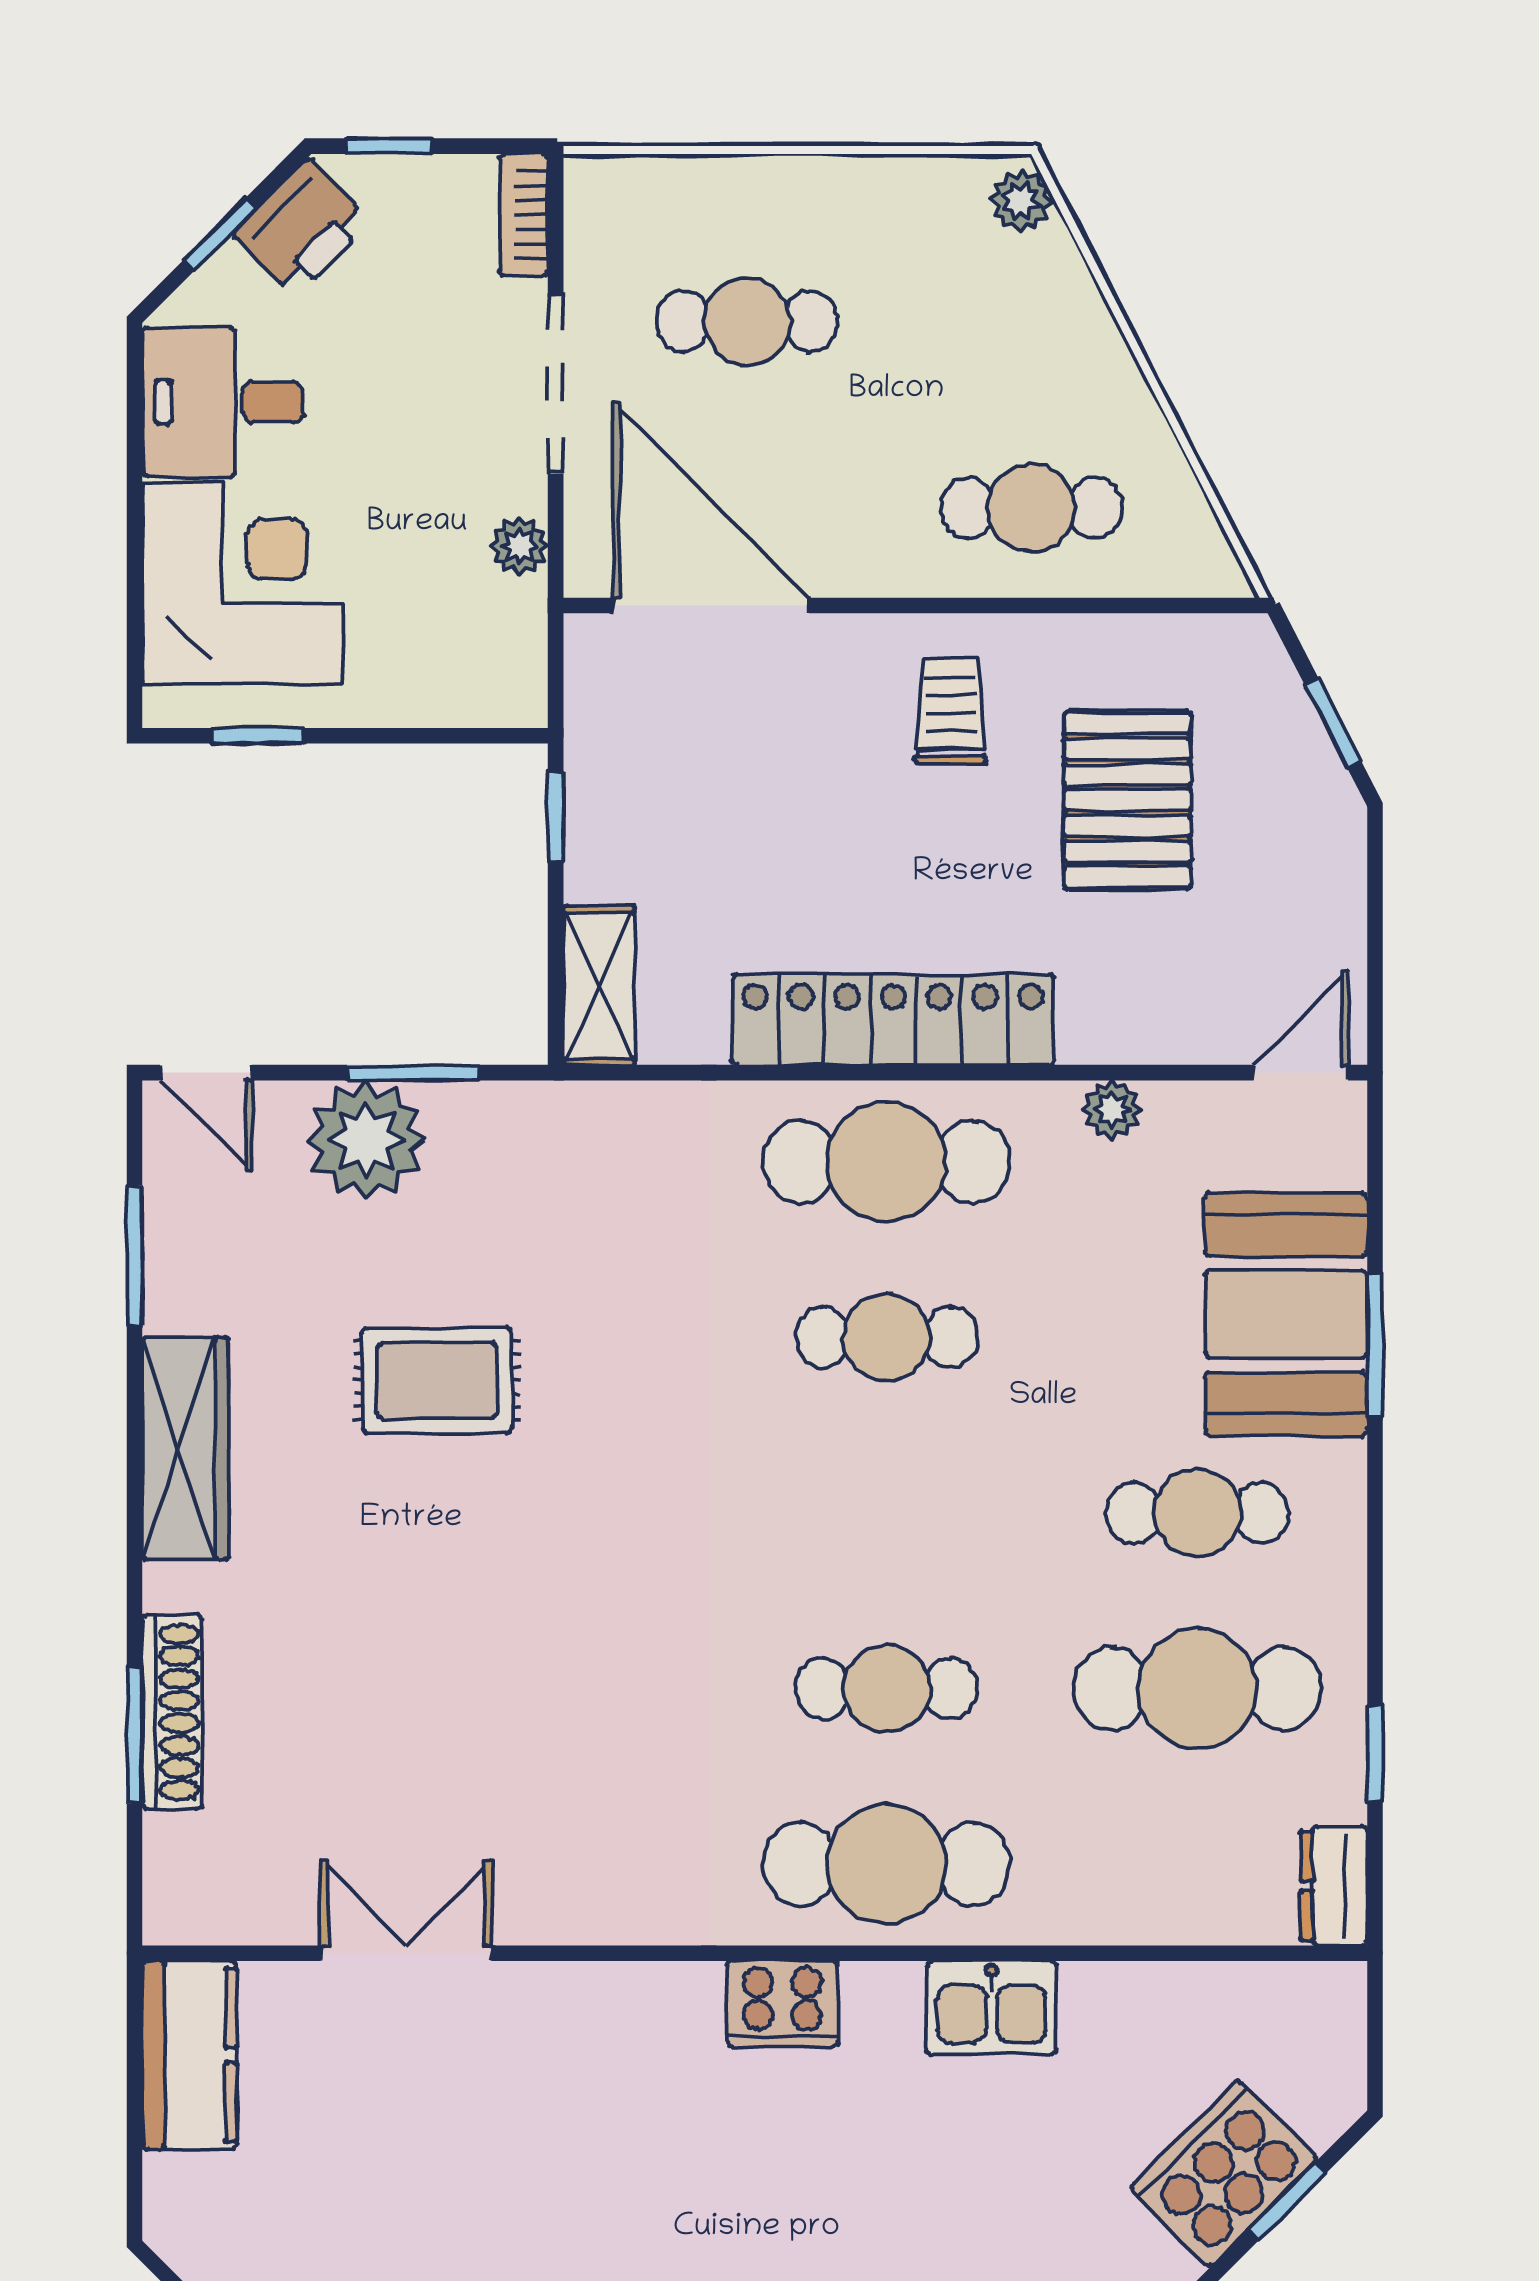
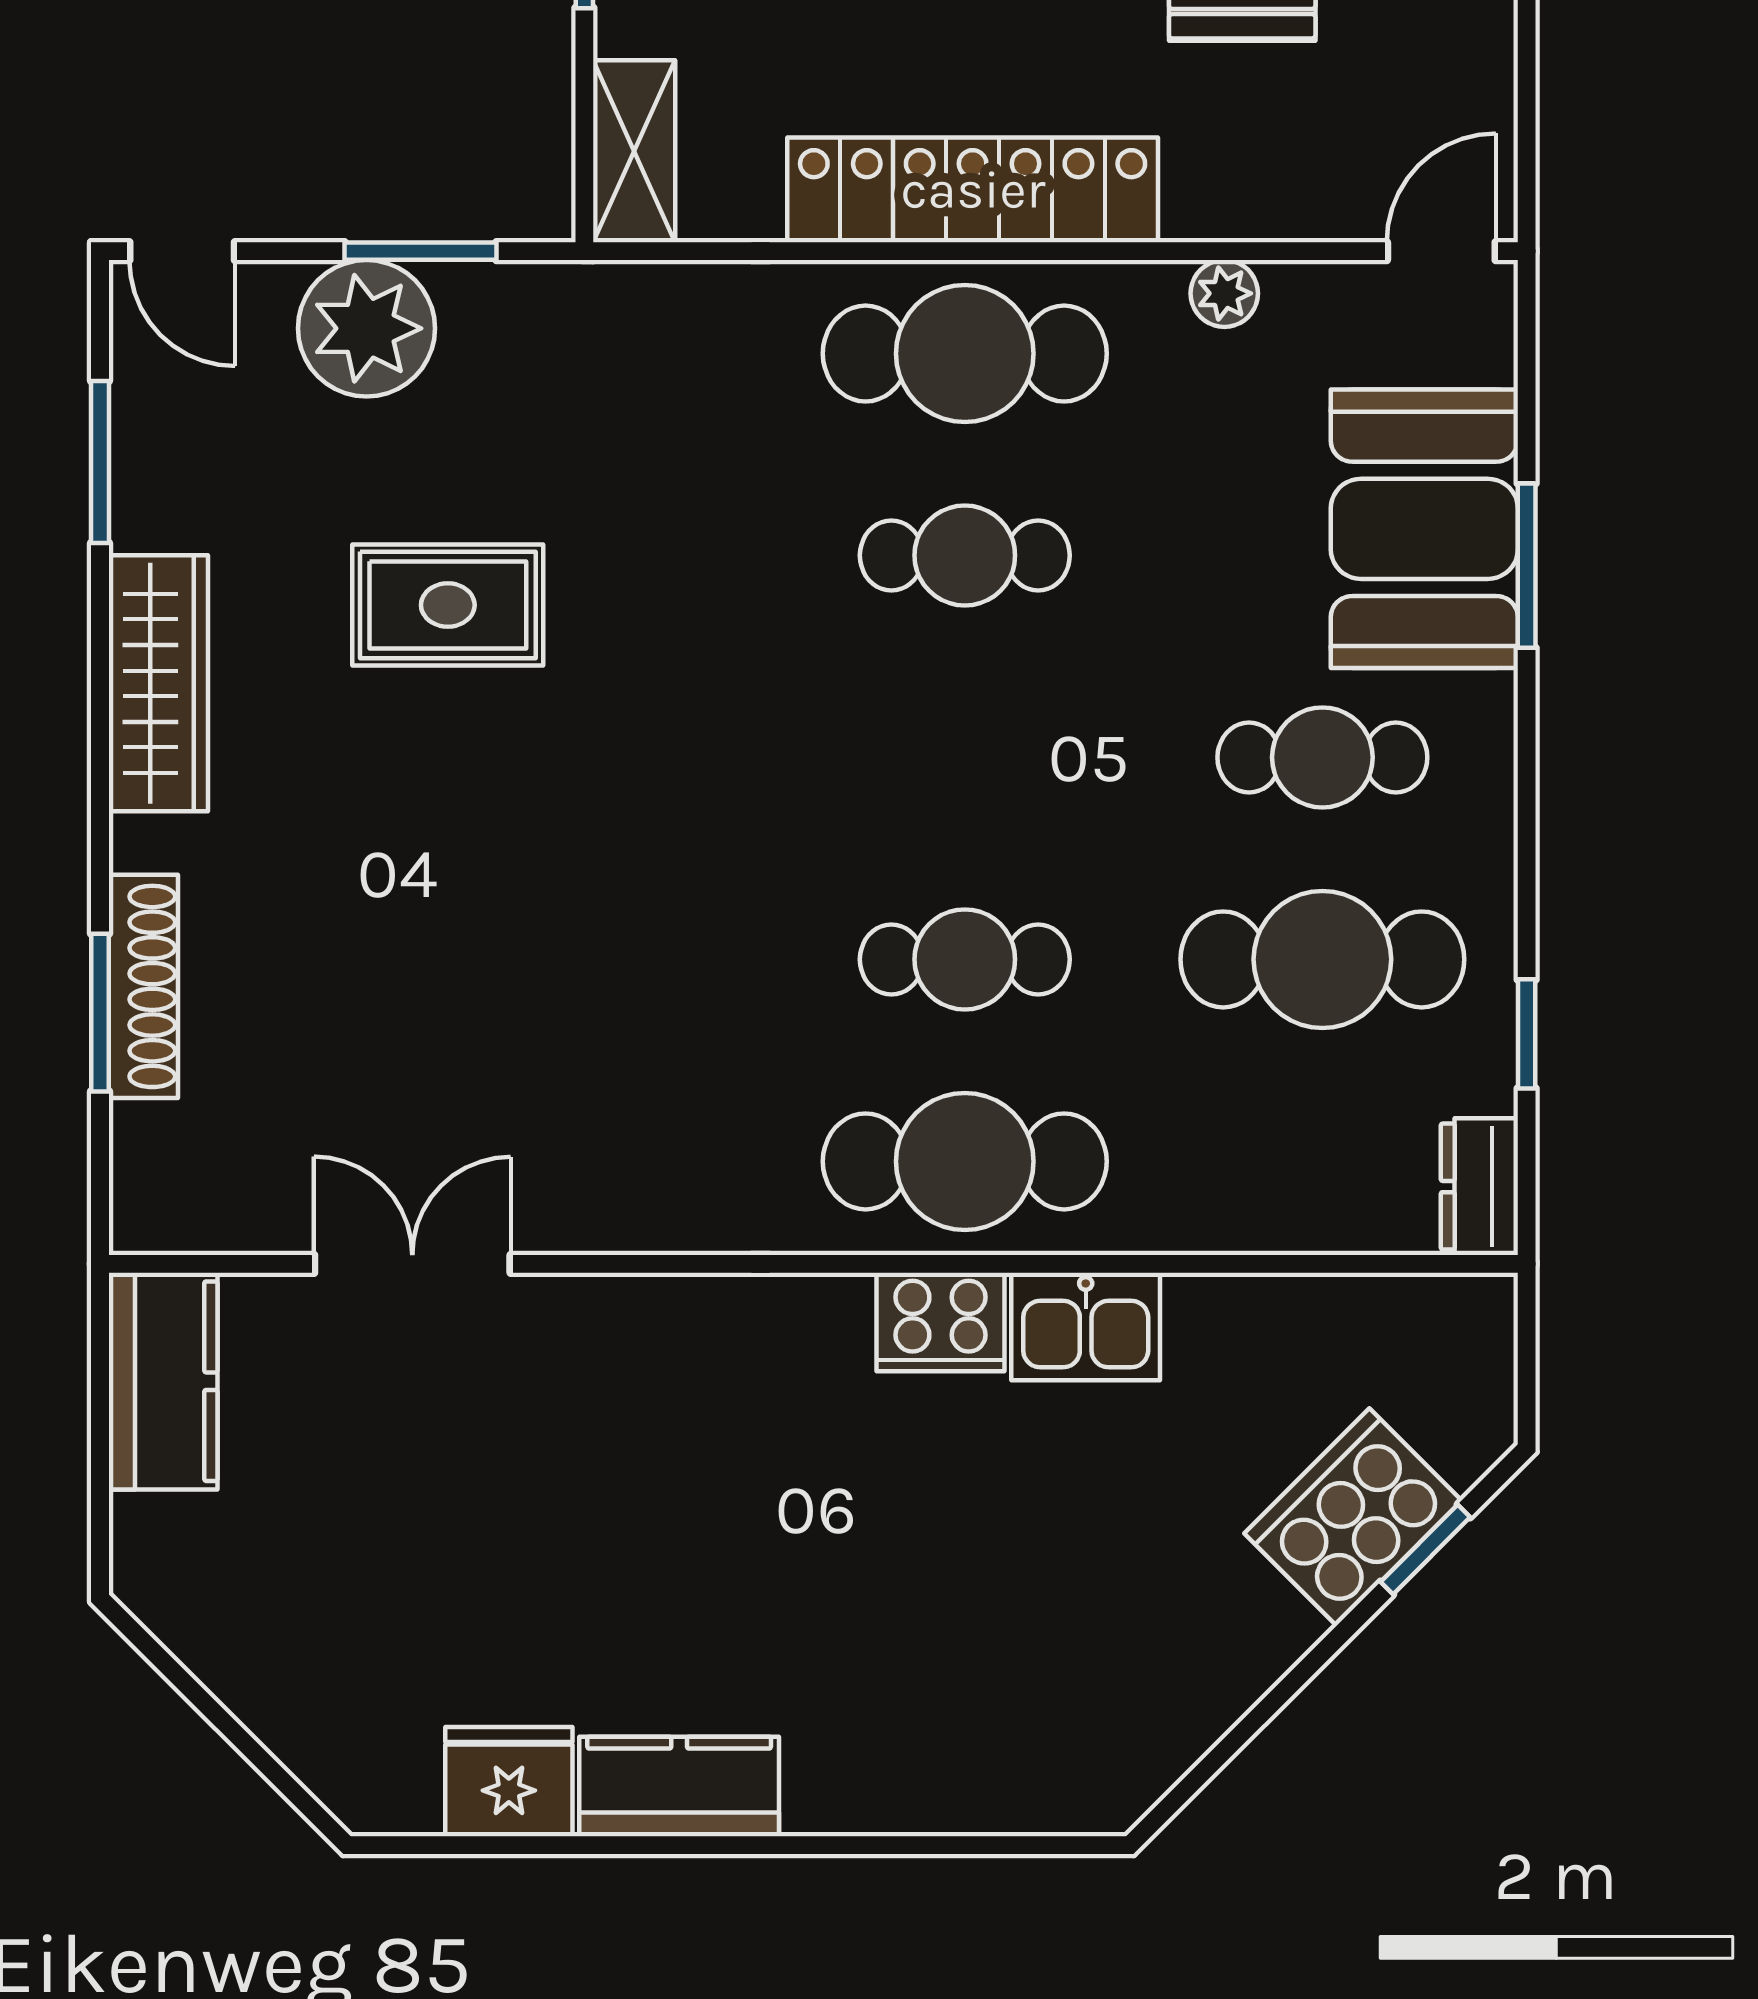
cooker: (782, 2004) -> (941, 1322), moved

